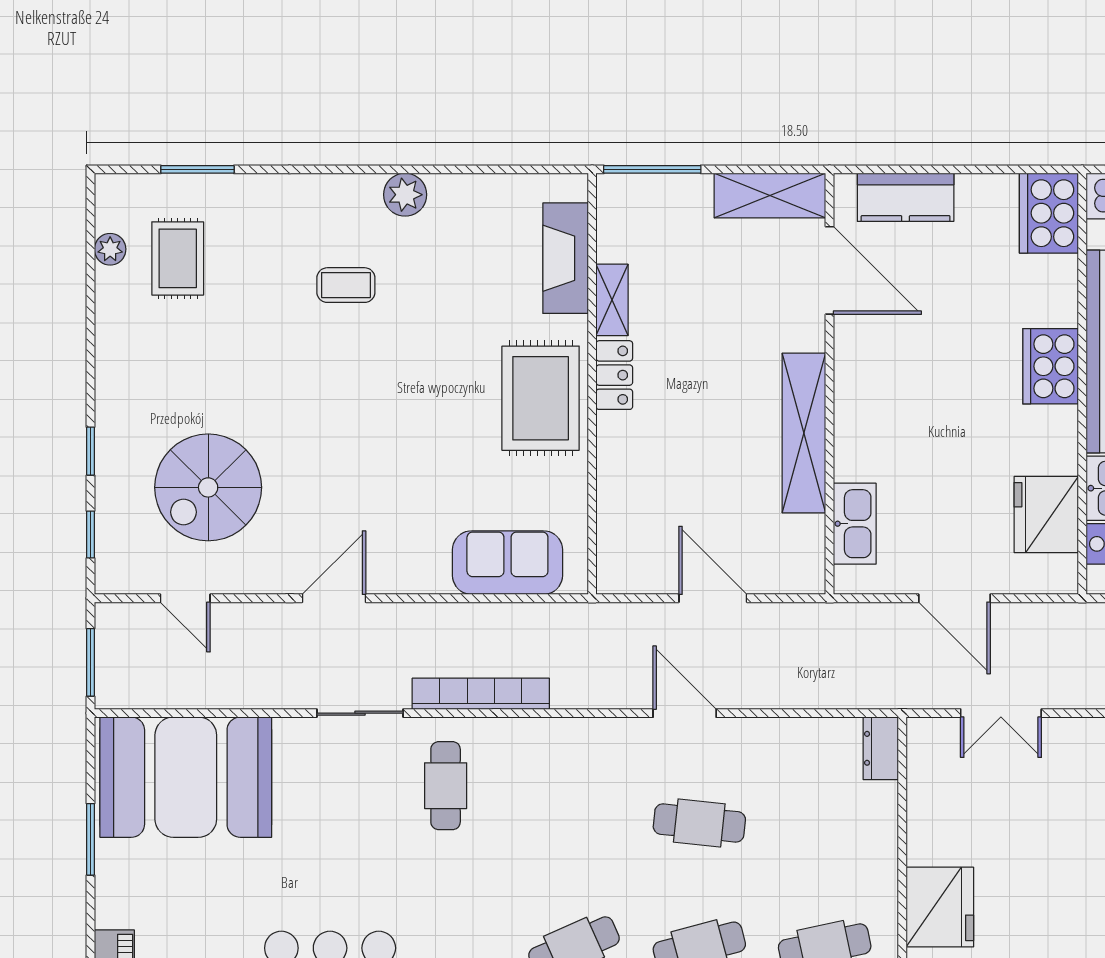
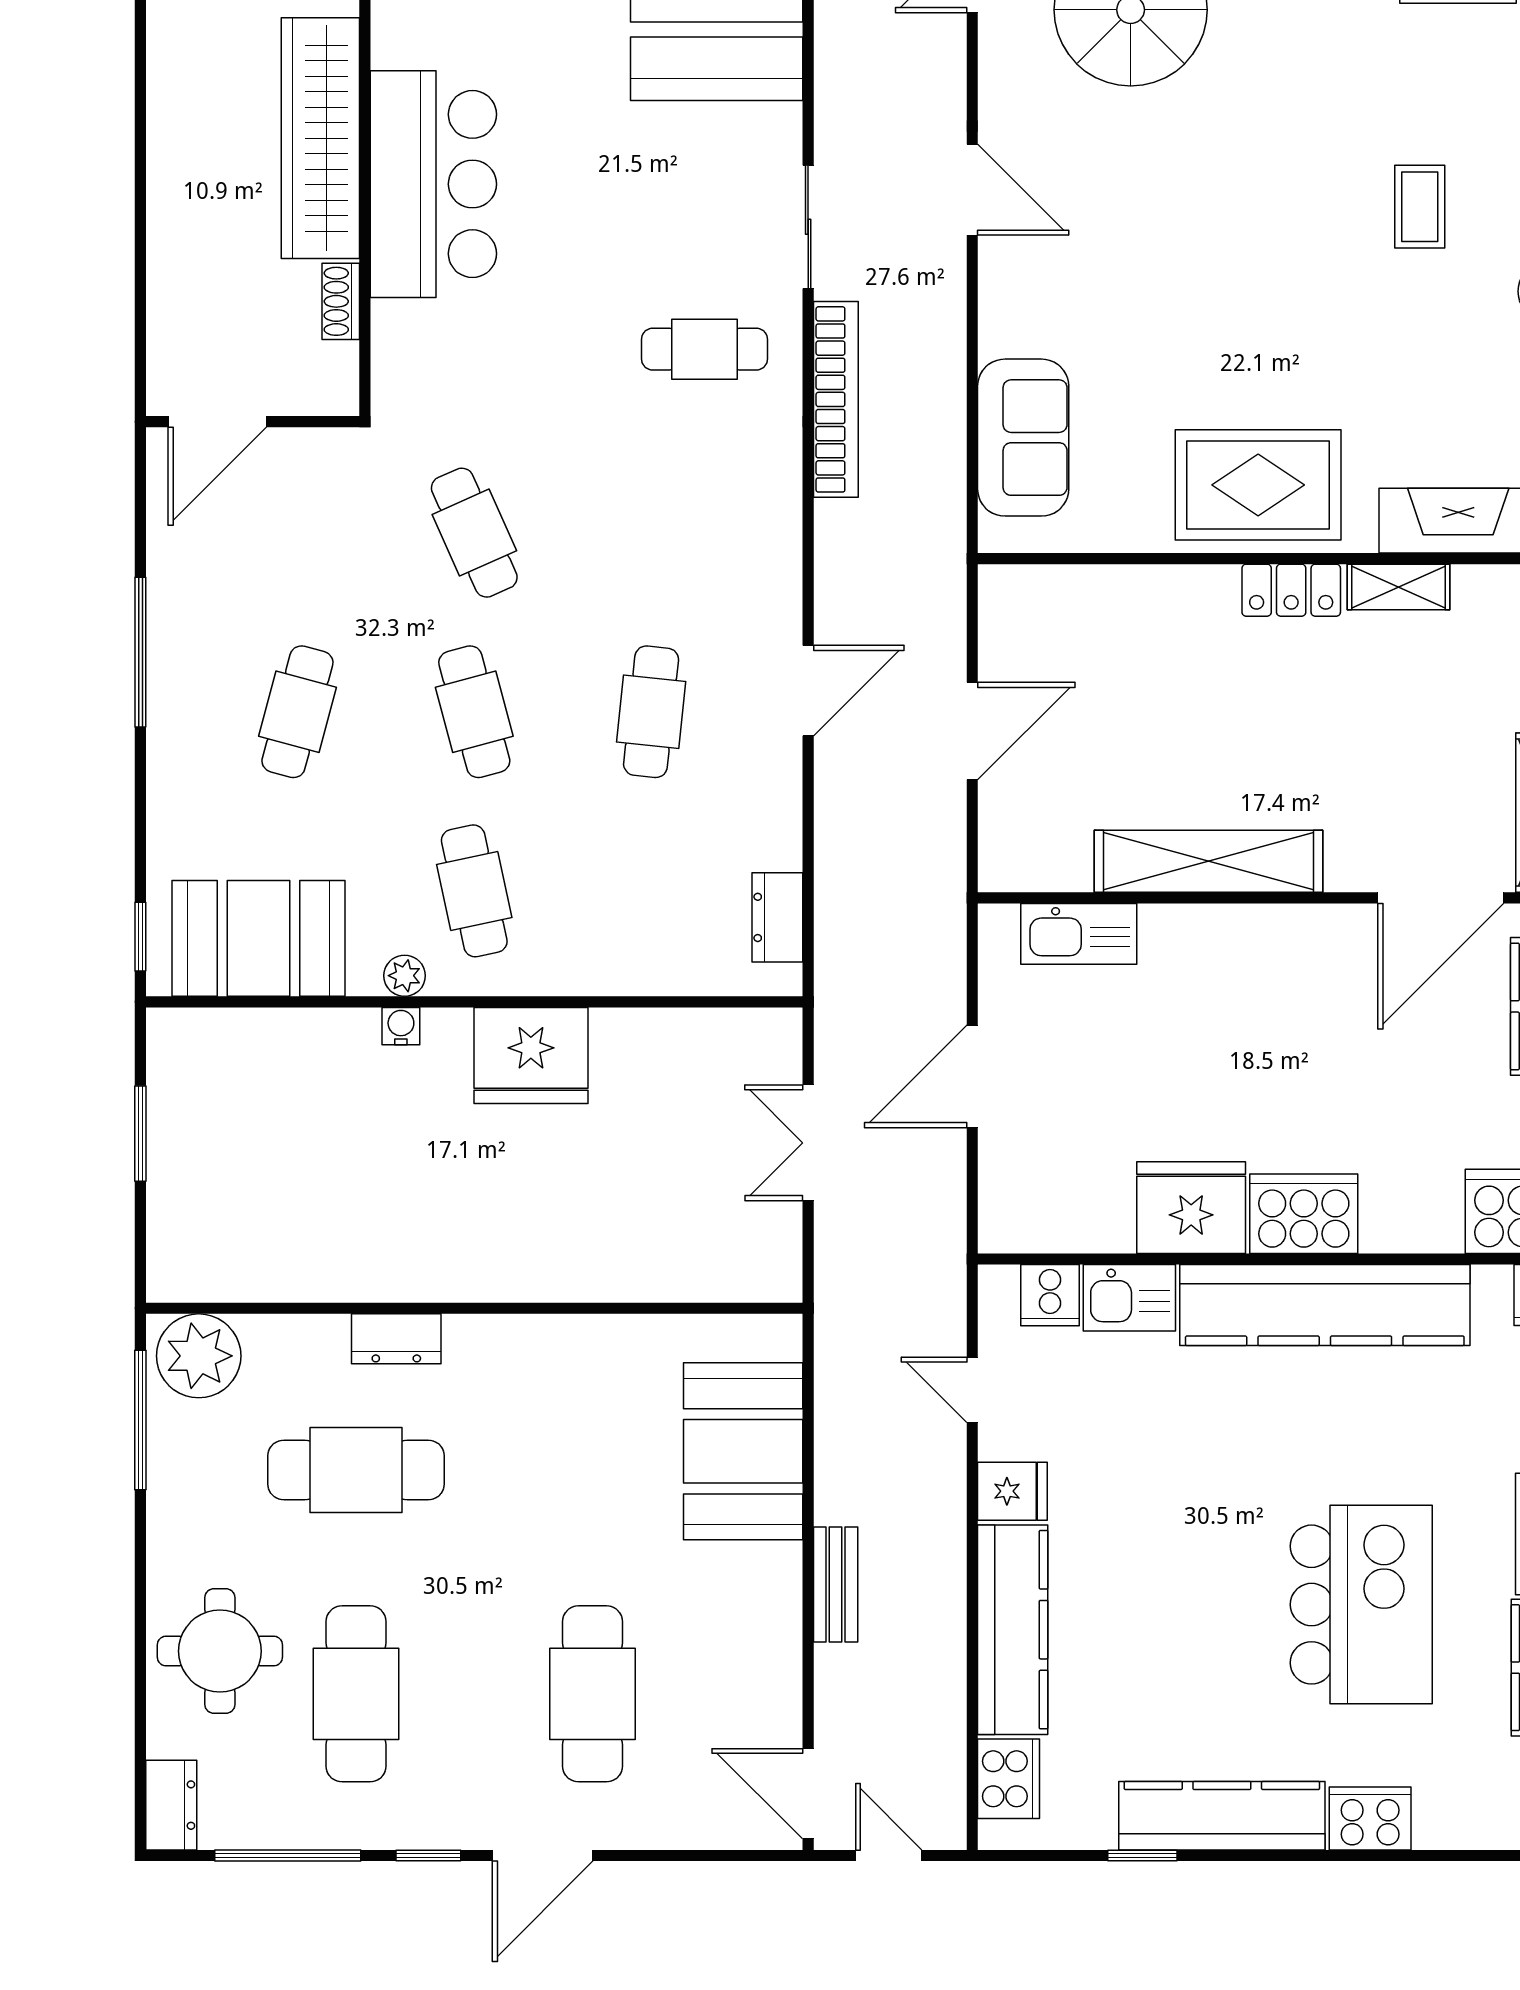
fridge: (1046, 515) -> (1191, 1208), moved
dresser: (881, 748) -> (777, 917), moved, turned -90

